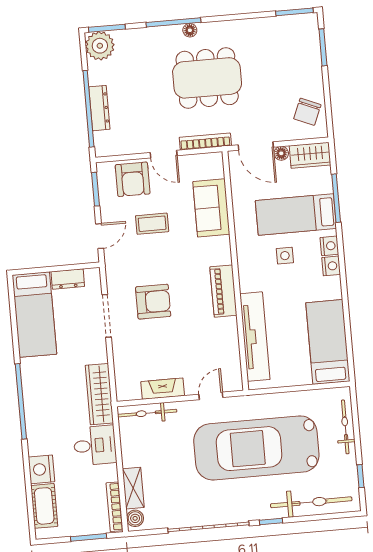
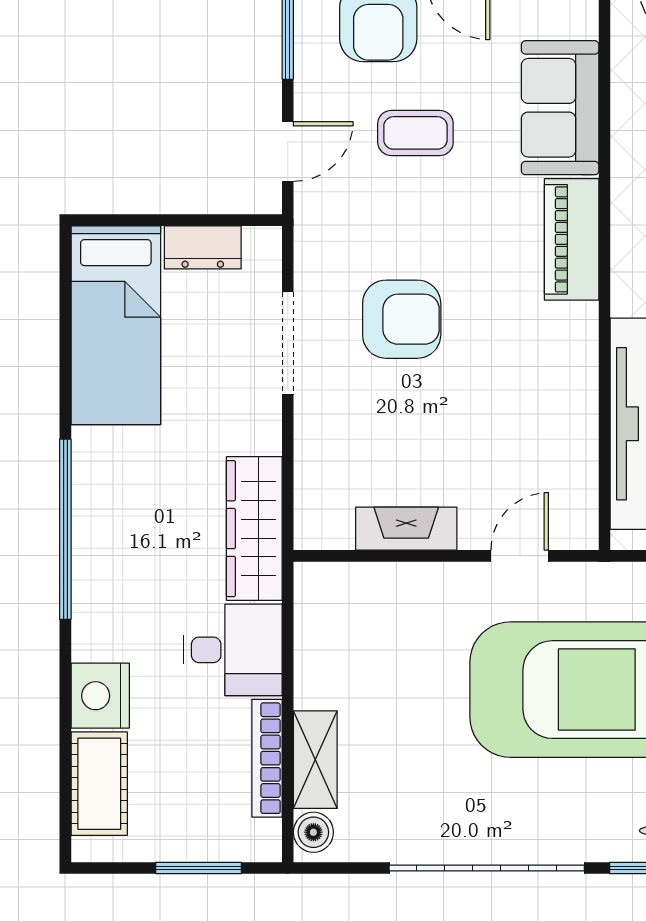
piano: (223, 291) -> (572, 239), moved
bicycle: (147, 413) -> (364, 584), removed
bookcase: (115, 507) -> (267, 758), moved

